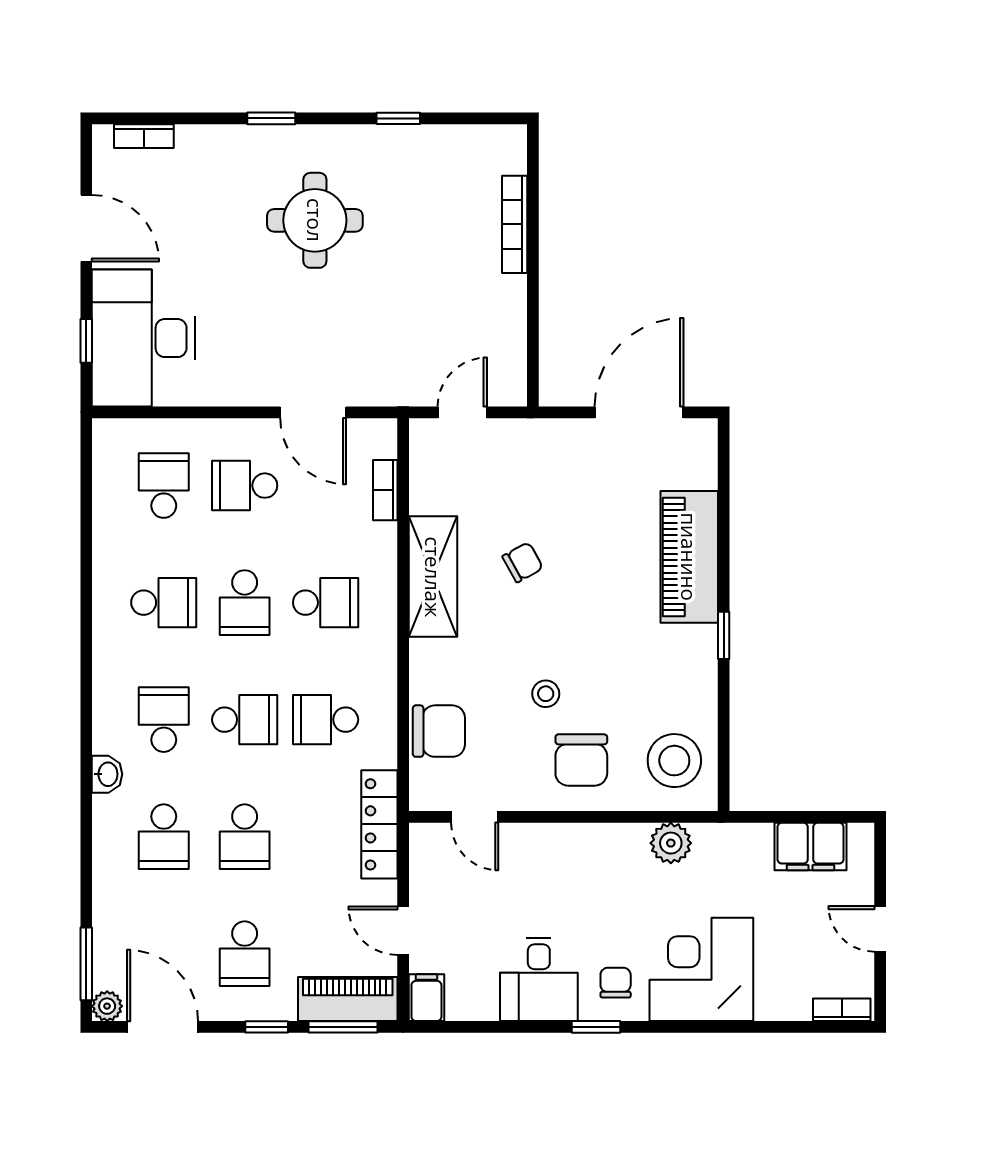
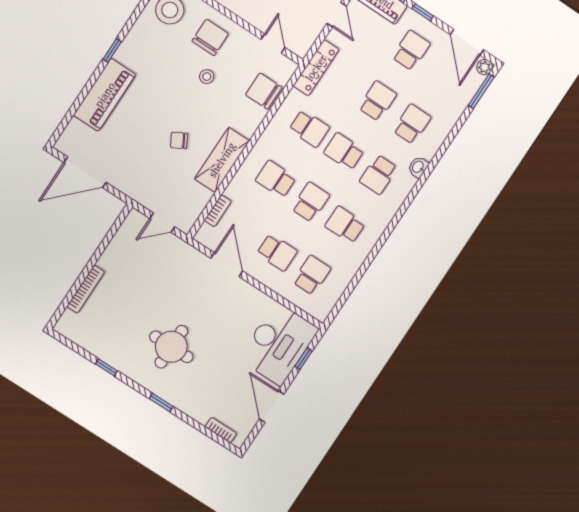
school desk: (164, 486) -> (312, 275), turned 180

